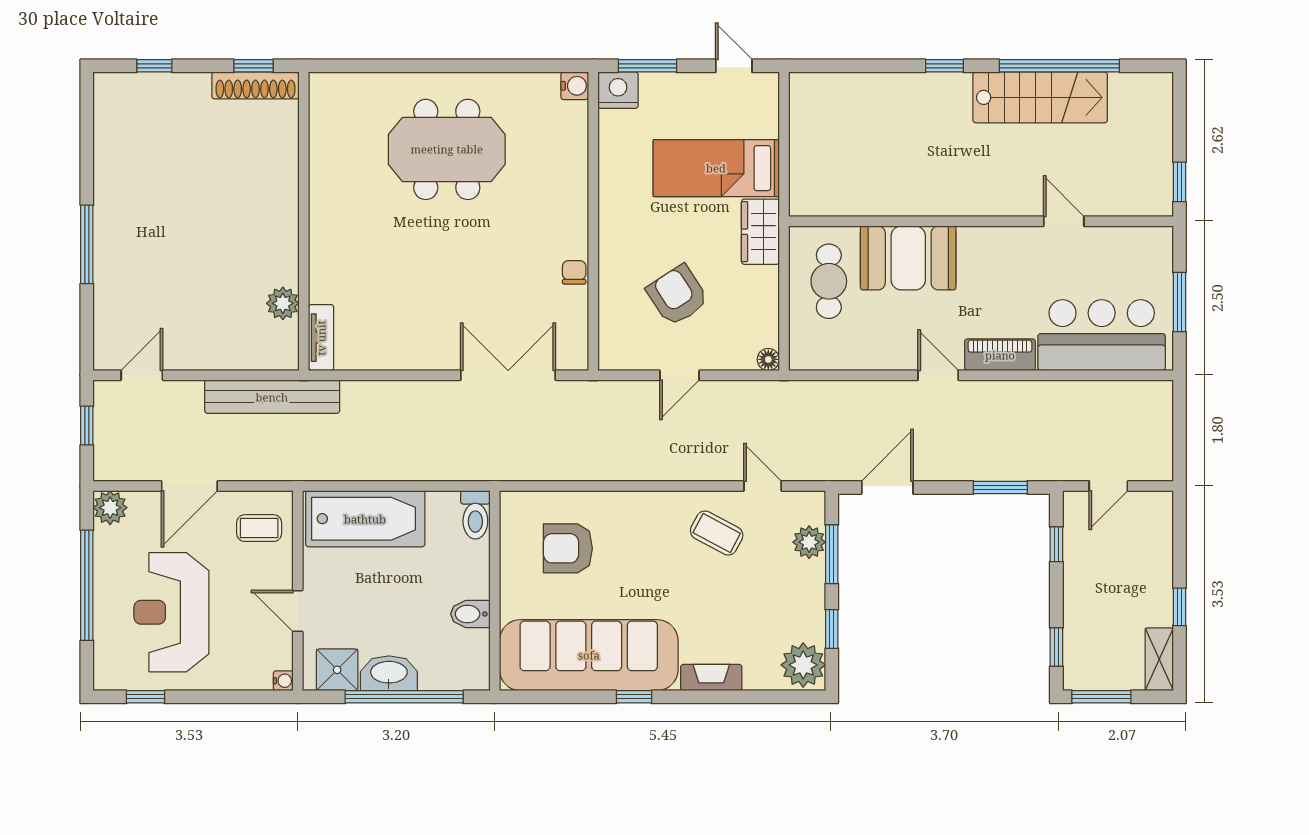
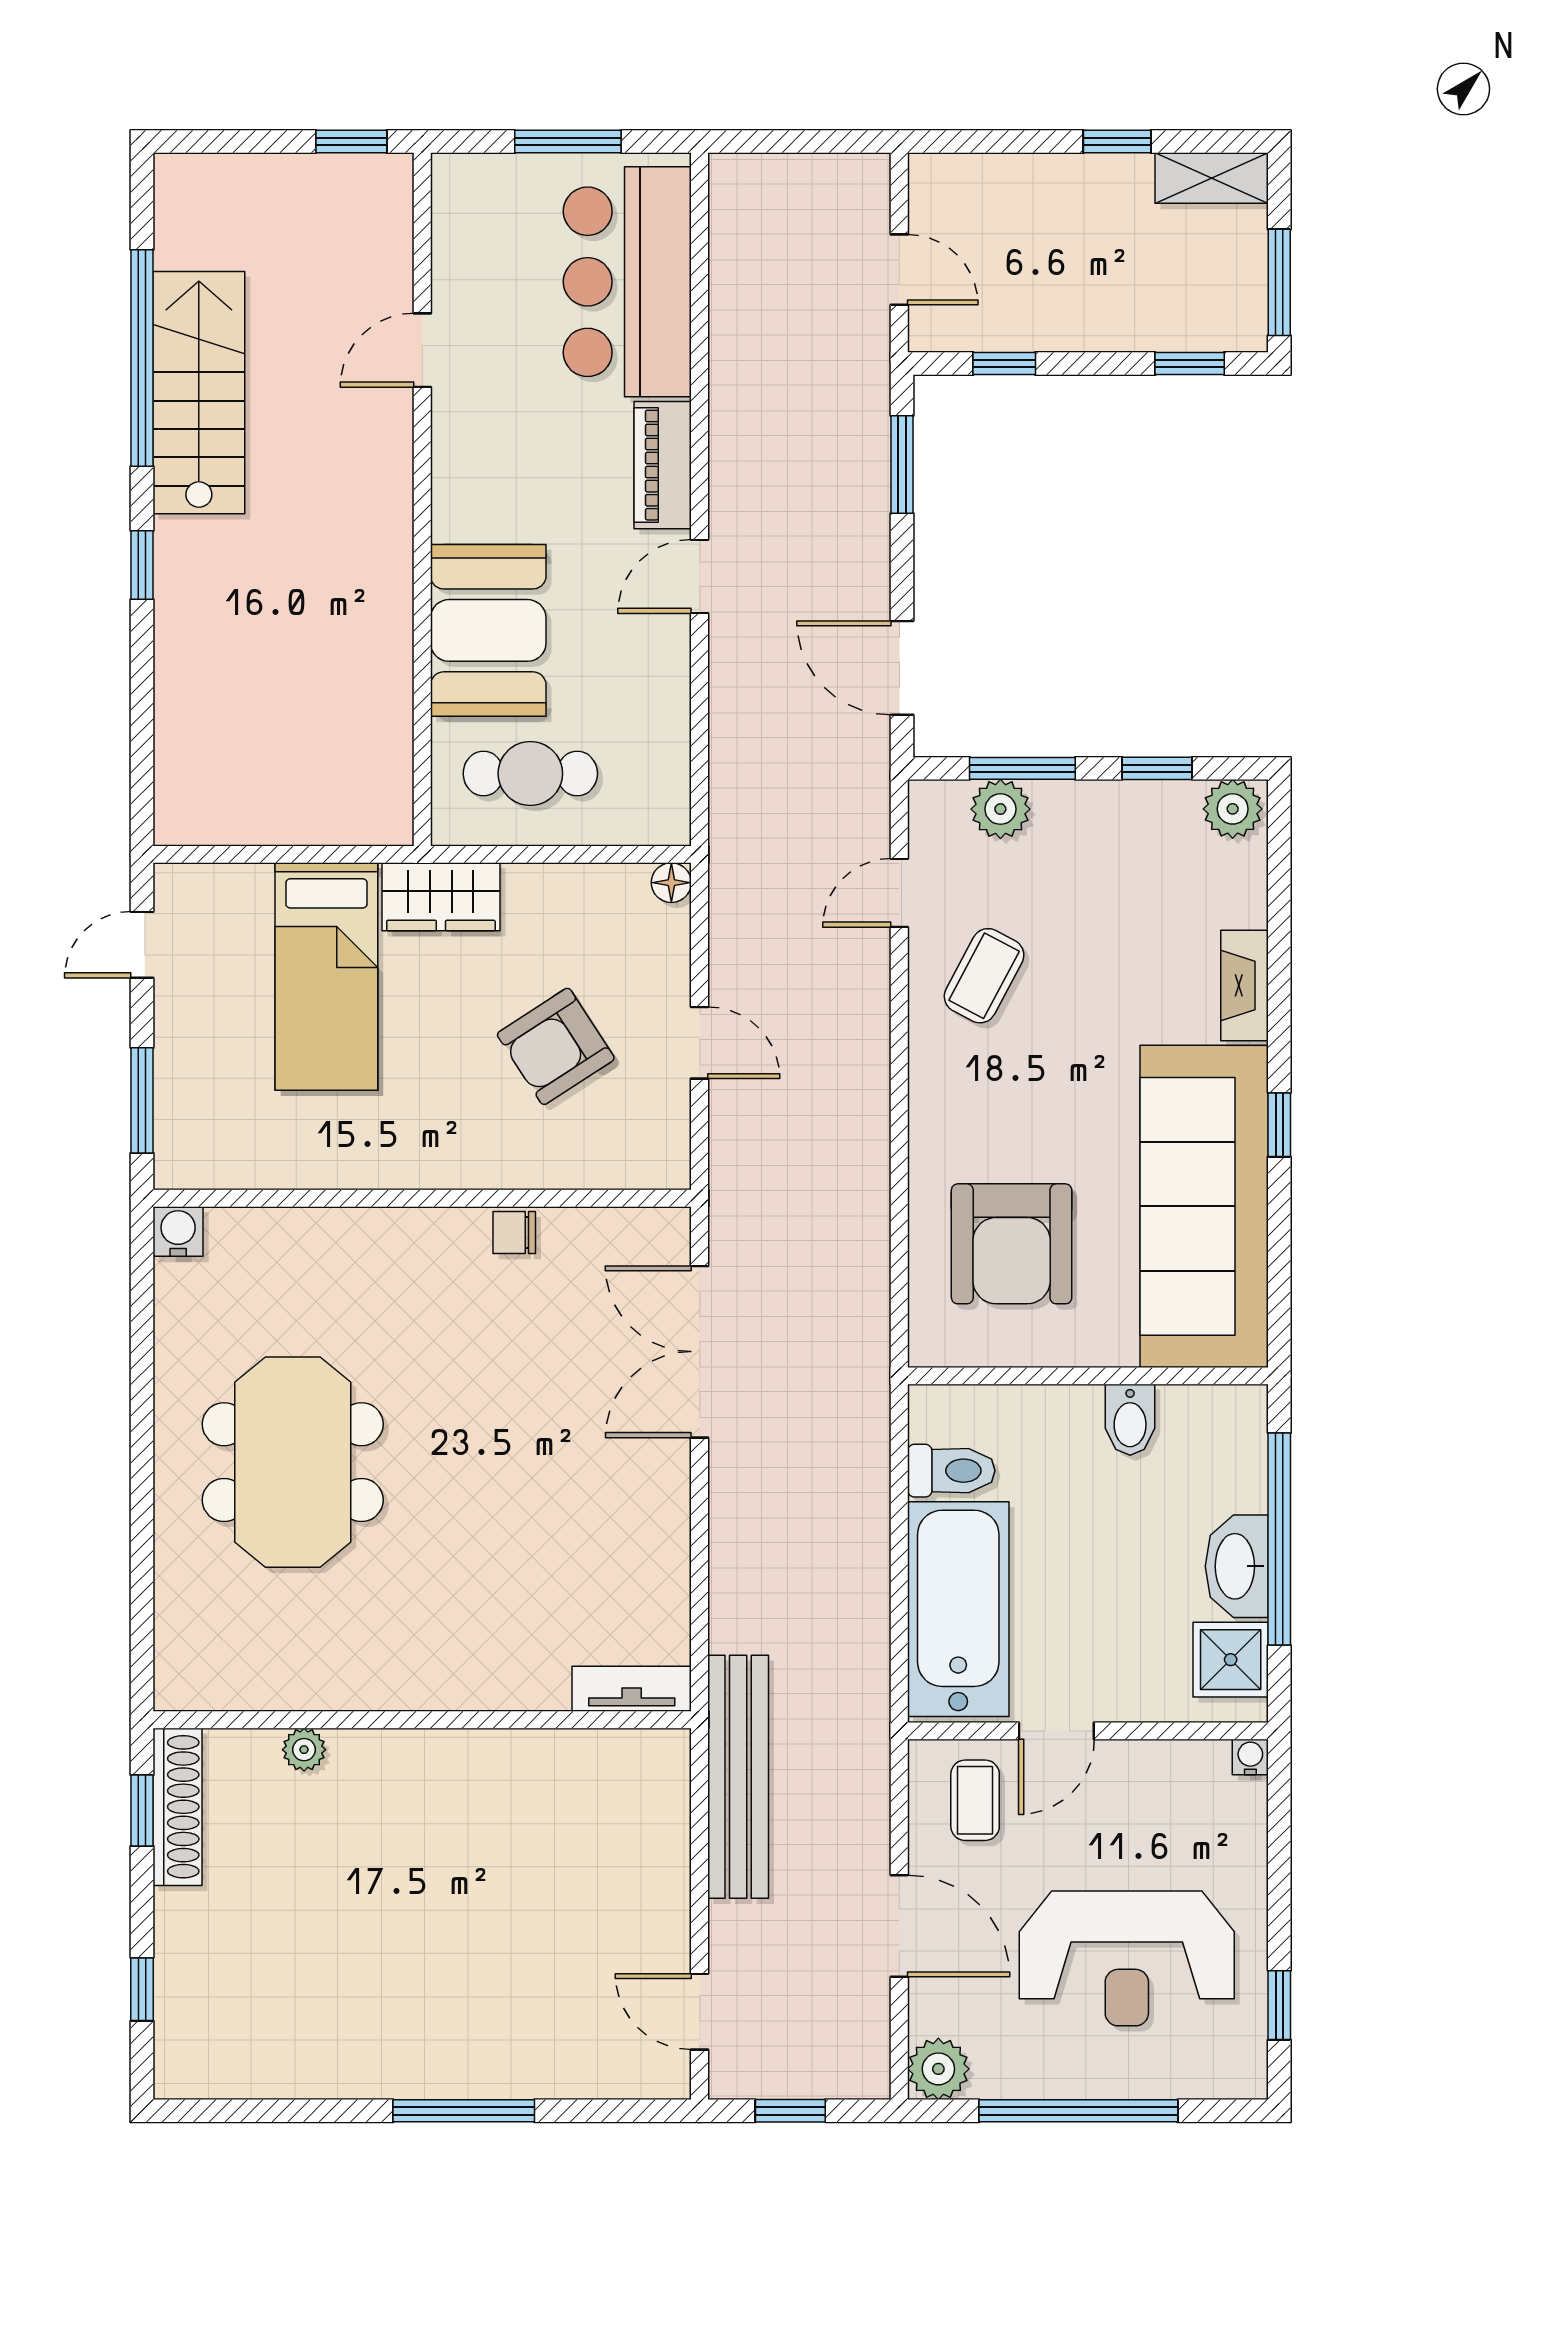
nightstand: (618, 90) -> (186, 1153), removed
plant: (283, 303) -> (304, 1750), moved, width x0.73, depth x0.73
toilet: (475, 515) -> (951, 1471), moved
armchair: (568, 548) -> (1012, 1244), width x1.36, depth x1.36
door: (298, 611) -> (1056, 1731), moved
plant: (803, 665) -> (1233, 809), width x0.73, depth x0.73

